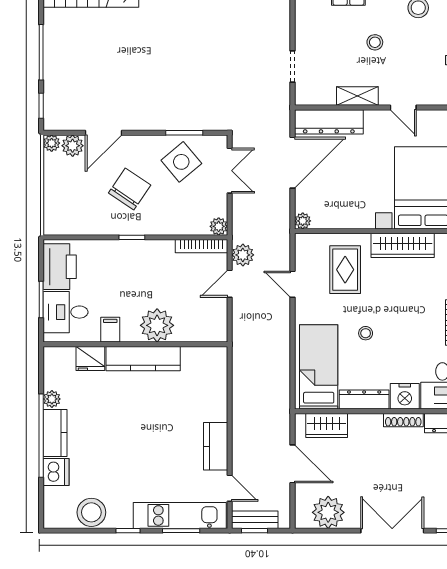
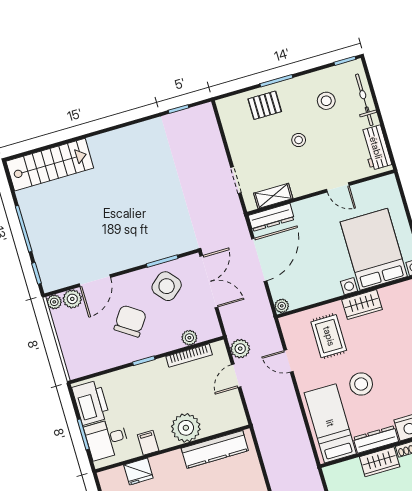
shelving: (357, 96) -> (273, 196), moved
dresser: (329, 122) -> (271, 217), width x0.73, depth x0.80
double door: (230, 171) -> (209, 282), width x1.37
plant: (219, 226) -> (189, 338), moved
wardrobe: (403, 245) -> (362, 305), width x0.67
bookcase: (202, 246) -> (189, 356), moved
stool: (366, 333) -> (361, 384), width x1.89, depth x1.89
kitchen counter: (143, 359) -> (215, 449), moved
wardrobe: (327, 425) -> (380, 462), moved

